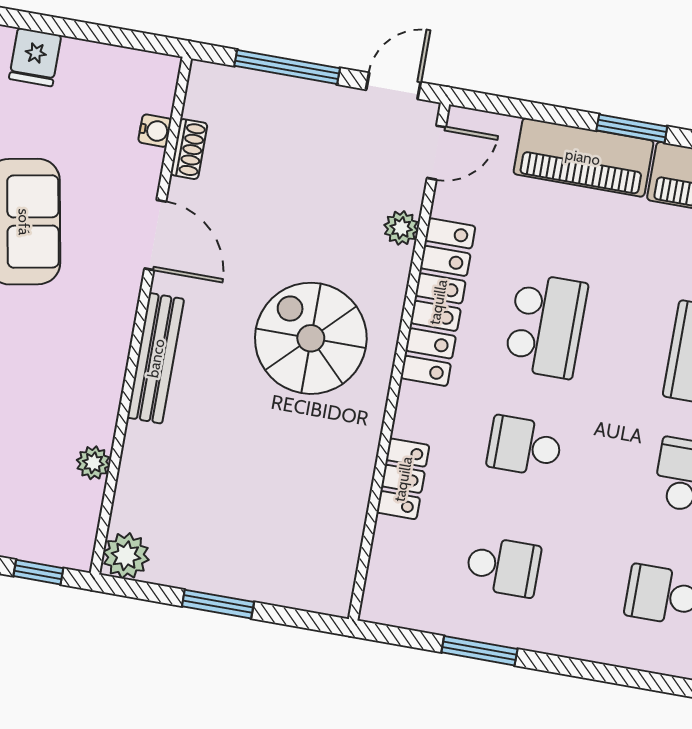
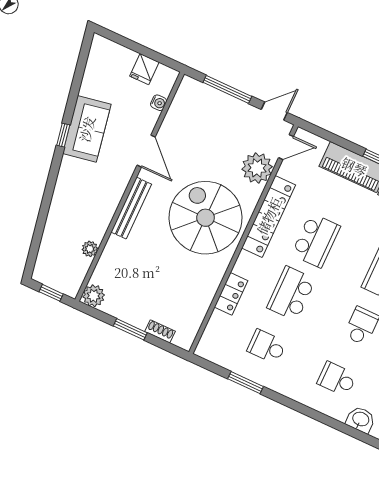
fridge: (35, 57) -> (144, 69), moved
shoe rack: (189, 149) -> (160, 331), moved, turned -90
plant: (401, 228) -> (257, 168), width x1.88, depth x1.88
spiral stairs: (311, 338) -> (205, 218), width x1.37, depth x1.37
school desk: (525, 446) -> (291, 293), width x1.85
school desk: (503, 567) -> (267, 347), turned 180

